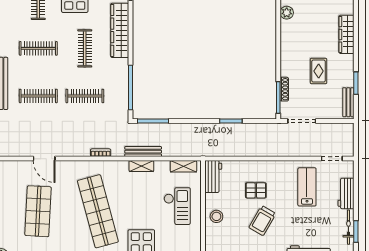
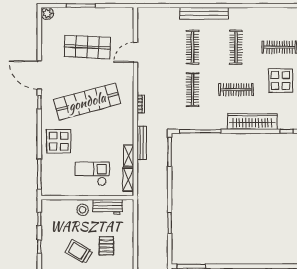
shelving: (141, 166) -> (129, 156), moved
workbench: (213, 177) -> (108, 207), moved
checkout: (177, 206) -> (92, 174), turned 180

